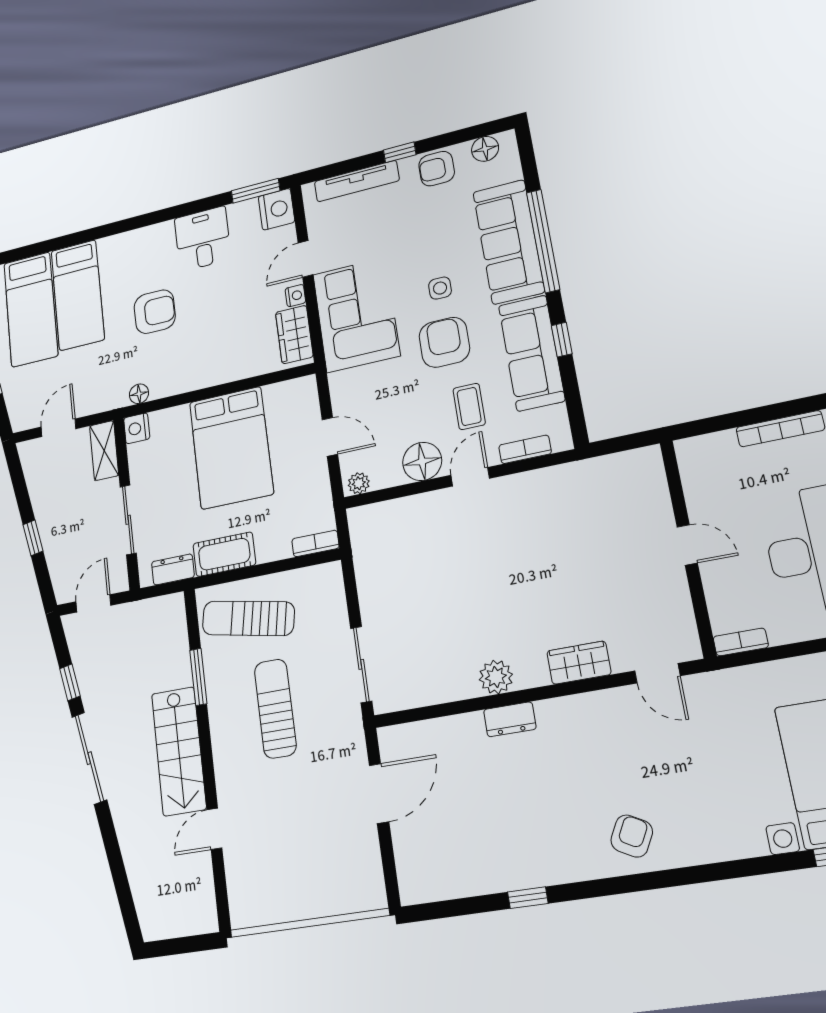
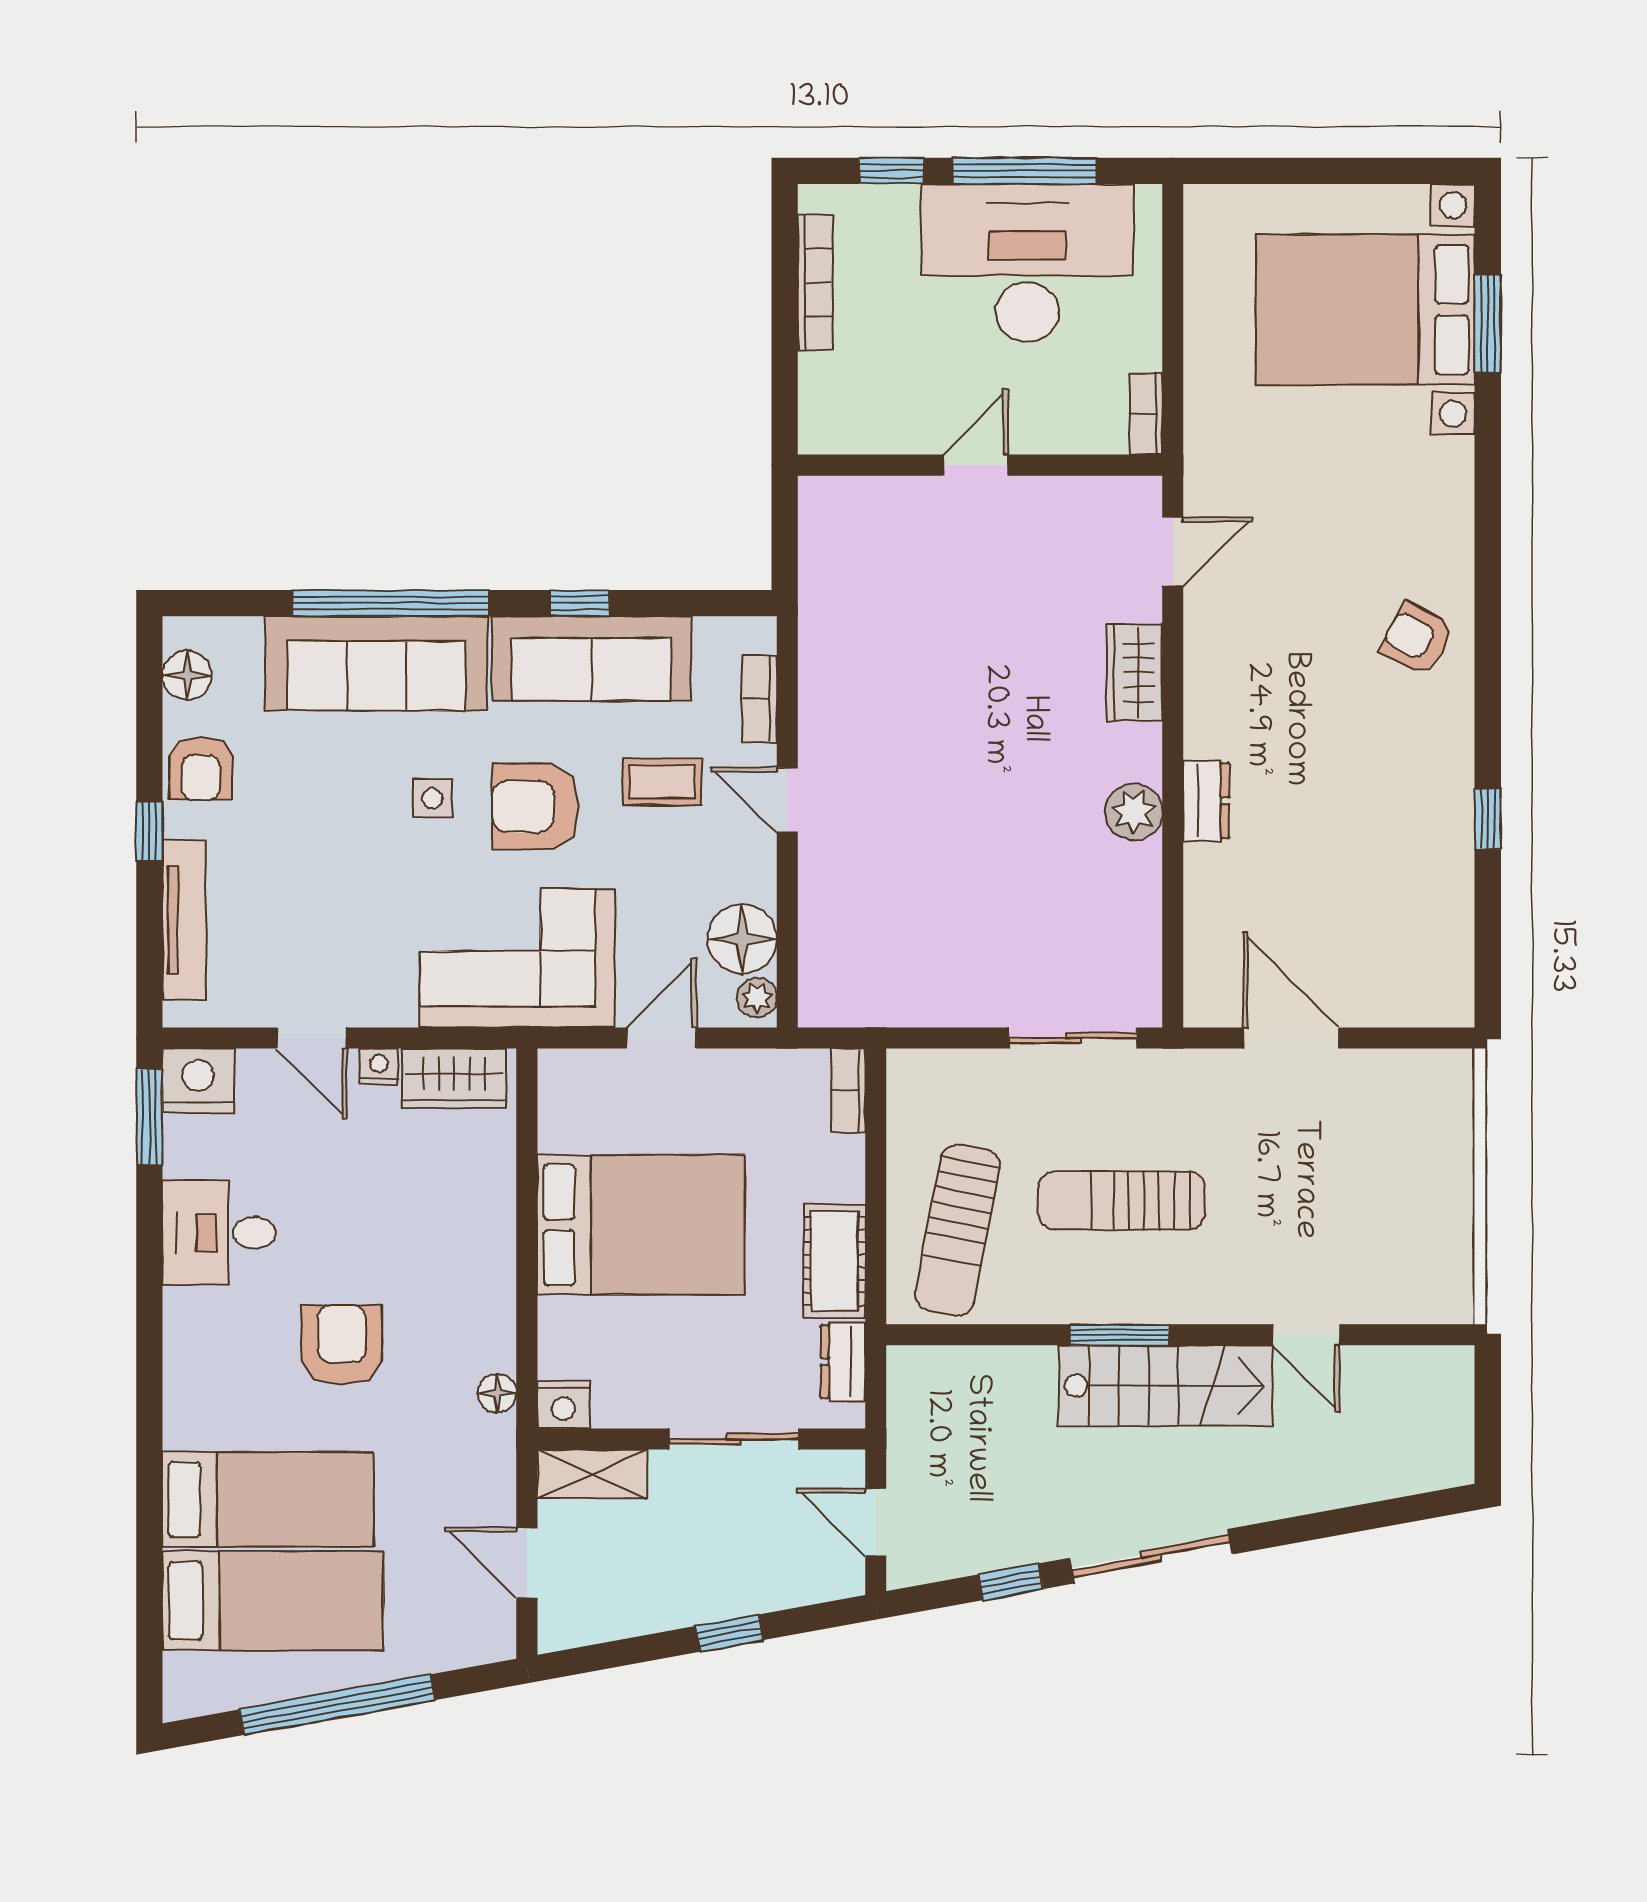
corner sofa: (356, 315) -> (517, 958), moved
floor lamp: (422, 461) -> (742, 939), moved
window: (198, 677) -> (1120, 1335), moved

